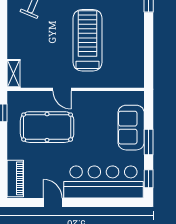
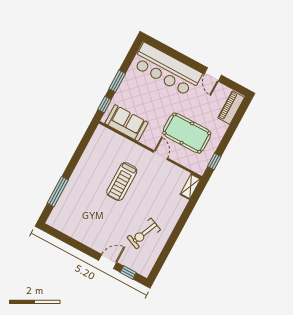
treadmill: (88, 40) -> (122, 182), width x0.73, depth x0.73
sofa: (131, 128) -> (126, 123), moved, turned -90
window: (149, 179) -> (105, 104), moved

